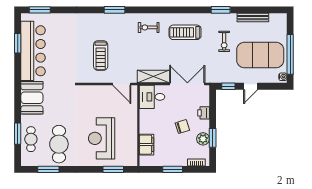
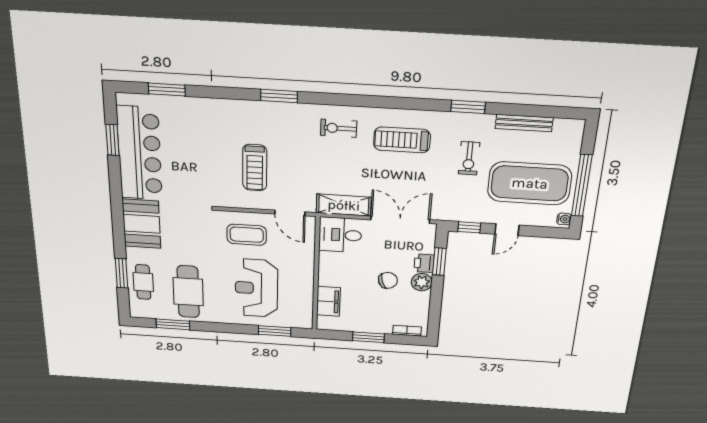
window: (40, 10) -> (167, 90), moved
coffee table: (96, 101) -> (247, 235), added
window: (213, 138) -> (439, 262), moved
plant: (203, 139) -> (422, 282), moved

